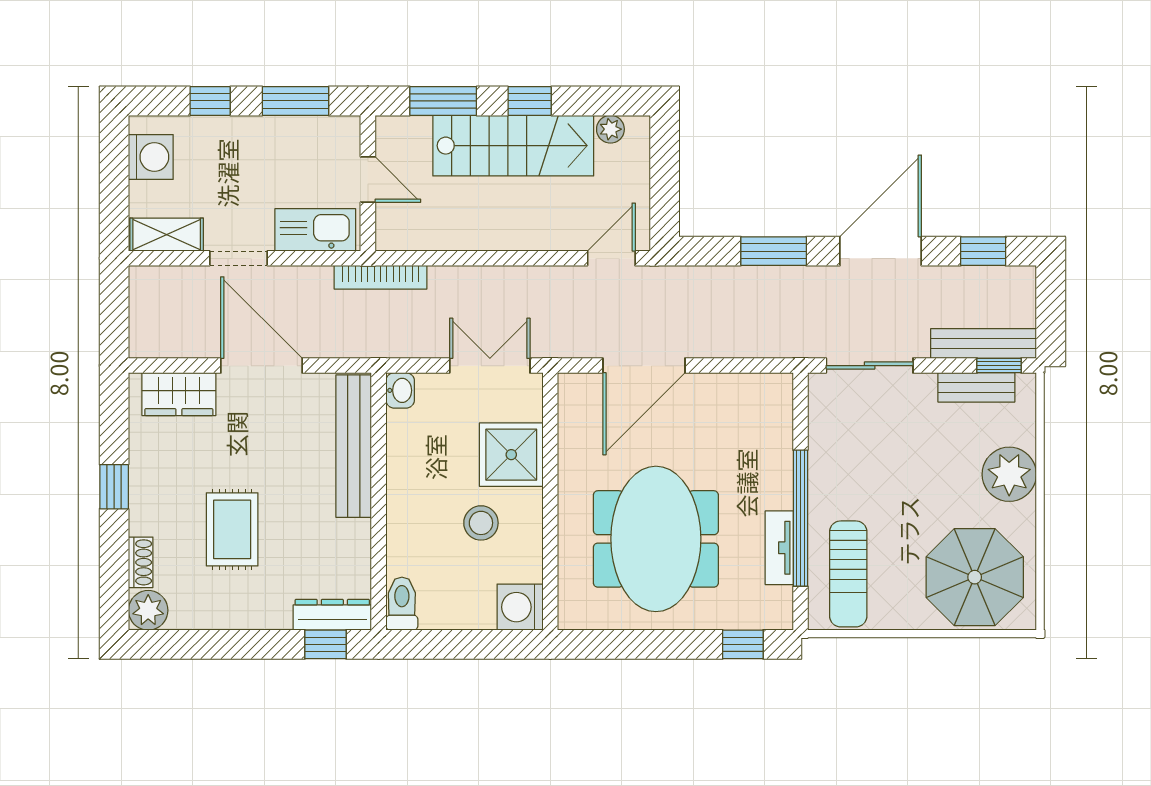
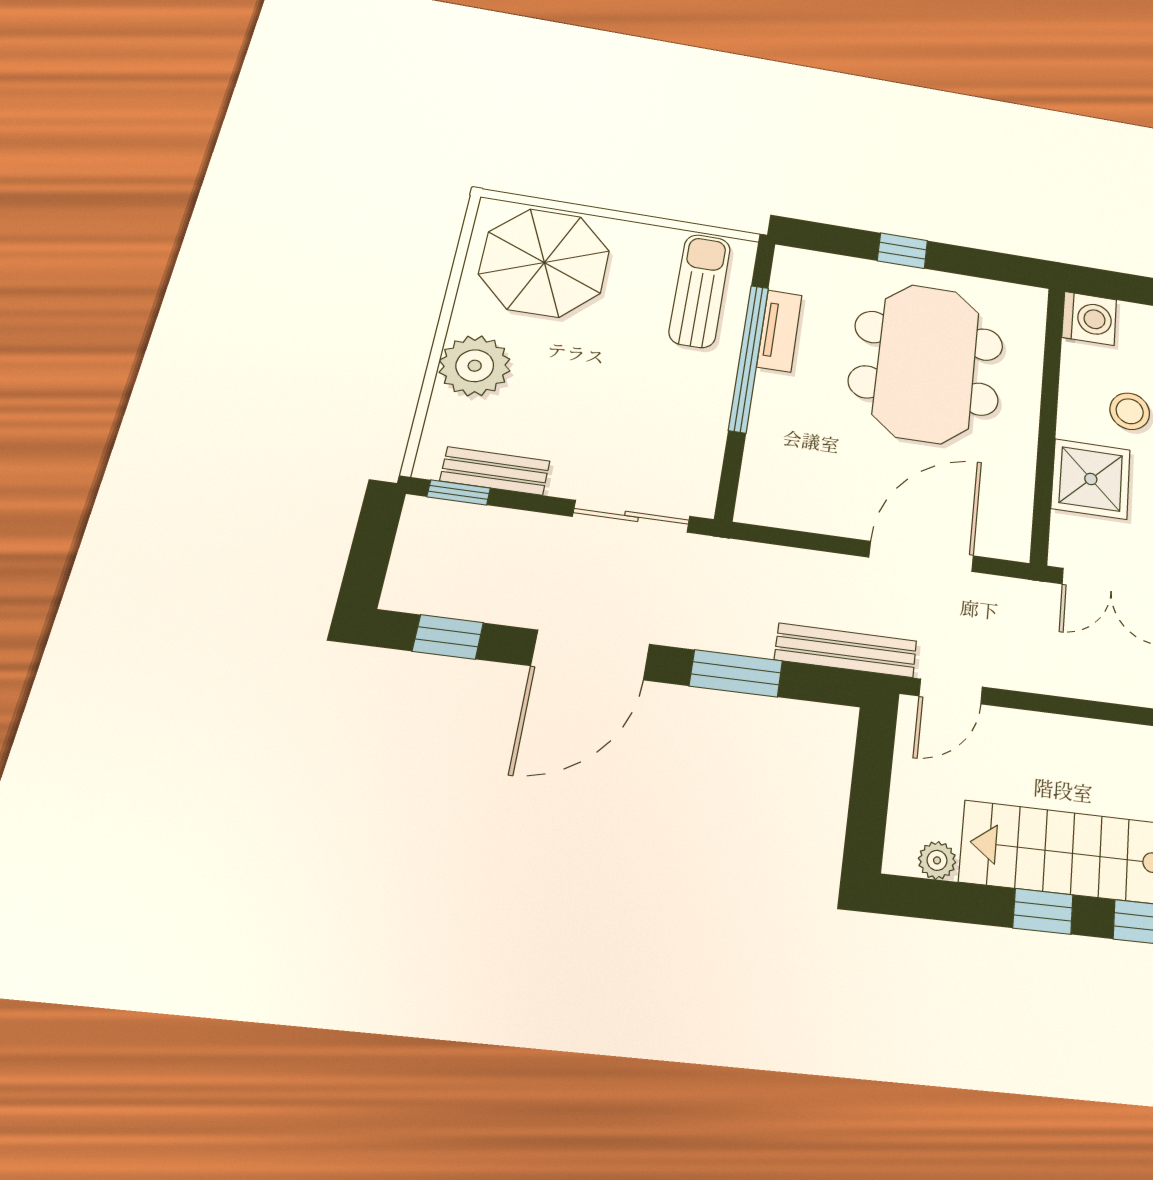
bench: (983, 344) -> (846, 650), moved
window: (743, 644) -> (902, 251), moved

